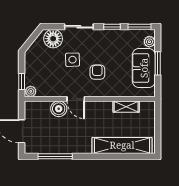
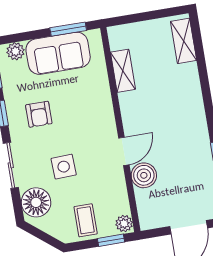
window: (158, 63) -> (68, 29), moved
coffee table: (37, 68) -> (86, 220), added
armchair: (97, 72) -> (39, 114), moved, turned -90
shelving: (122, 145) -> (184, 41), width x0.45, depth x0.75

